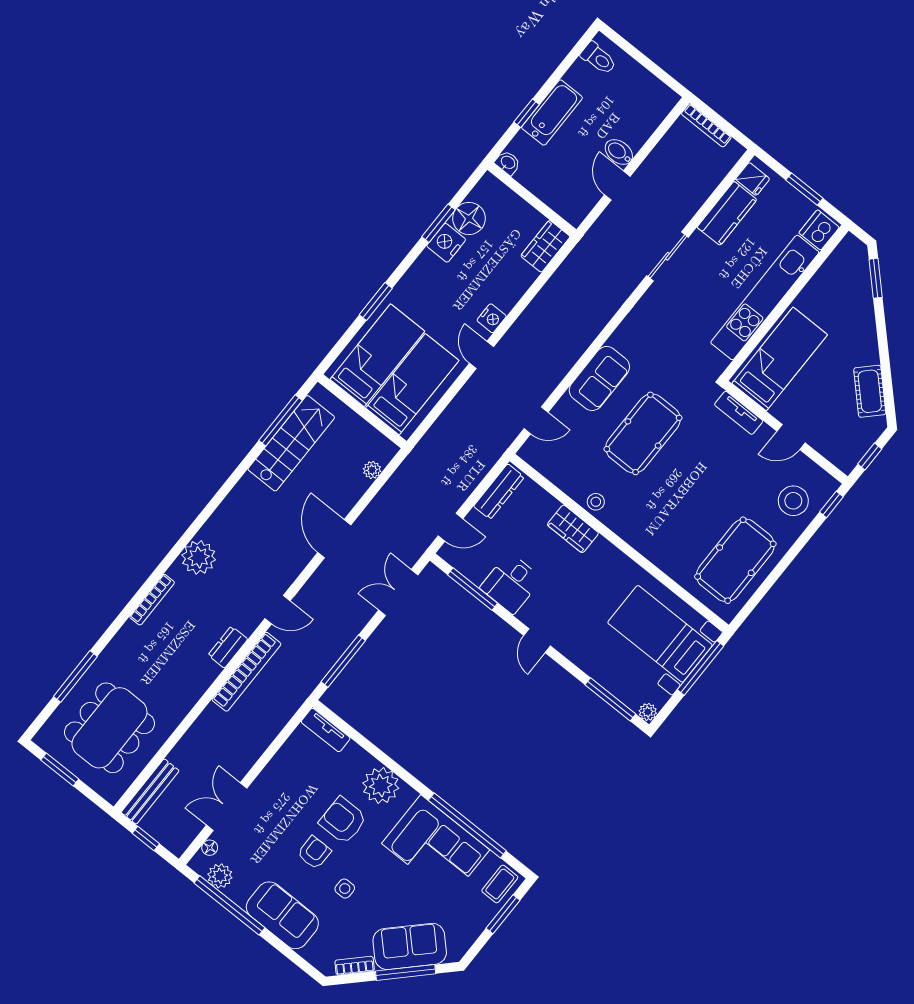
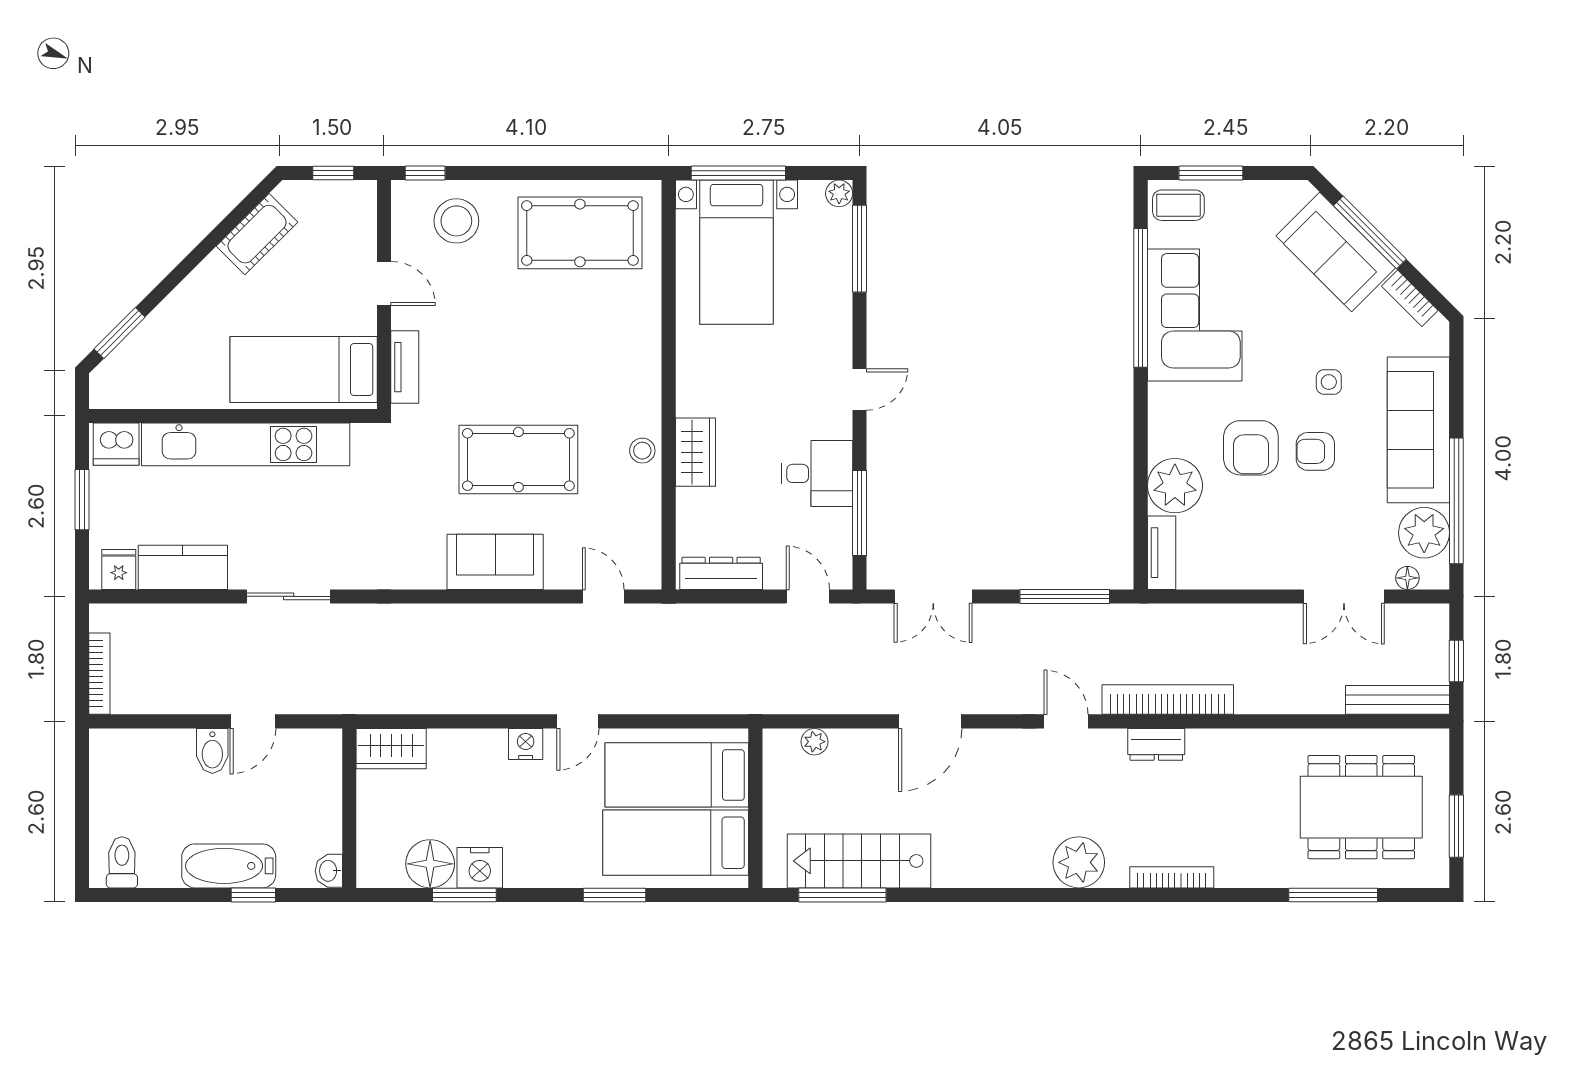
plant: (381, 786) -> (1175, 486), moved
plant: (220, 876) -> (1424, 533), width x1.36, depth x1.36
sofa: (282, 915) -> (1418, 430), width x1.36

